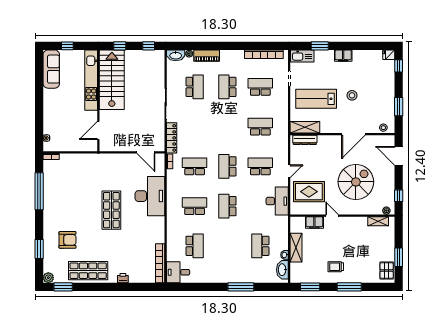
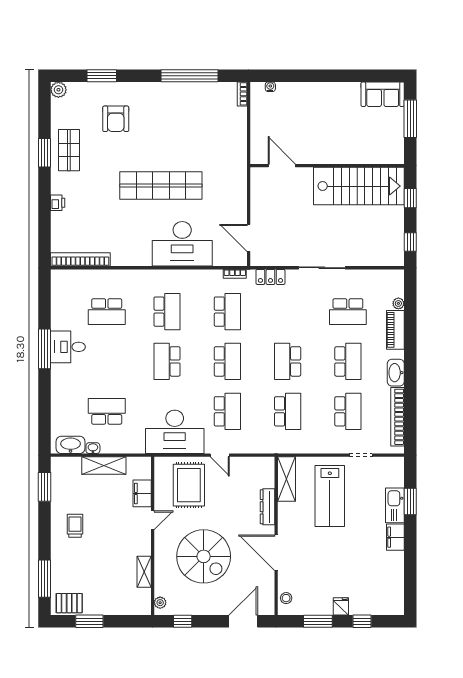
window: (67, 46) -> (410, 119), width x2.17
washbasin: (176, 55) -> (396, 373), moved
fridge: (389, 55) -> (341, 606), moved
kitchen sink: (302, 56) -> (395, 505), moved
window: (399, 66) -> (362, 621), moved
sofa: (51, 69) -> (383, 94), width x0.73
kitchen unit: (91, 80) -> (358, 155), removed
school desk: (227, 87) -> (348, 361), turned 90
stool: (352, 95) -> (335, 551), removed
lab bench: (316, 99) -> (330, 496), turned 180
school desk: (227, 127) -> (288, 361), added
locker: (172, 138) -> (270, 277), width x0.66
dresser: (305, 140) -> (267, 507), moved
door: (146, 152) -> (249, 238), hinge flipped
school desk: (227, 166) -> (227, 361), turned 90
desk: (277, 201) -> (175, 432), width x1.36, depth x1.30
school desk: (227, 206) -> (167, 361), turned -90
shop shelf: (111, 210) -> (161, 185), width x1.40
shelving: (378, 221) -> (144, 572), moved
shop shelf: (88, 271) -> (69, 150), width x0.70, depth x0.74
desk: (178, 272) -> (68, 347), moved, turned -90
window: (63, 287) -> (44, 153), moved
window: (241, 287) -> (44, 349), moved
window: (349, 287) -> (44, 579), moved

